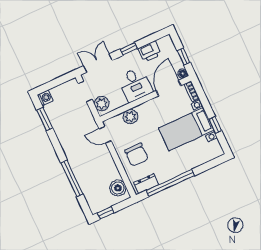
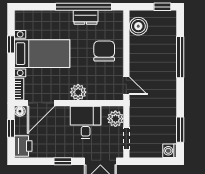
printer: (149, 51) -> (23, 146), moved, turned 90
desk: (135, 84) -> (86, 122), moved
plant: (130, 117) -> (78, 92), moved
dresser: (146, 184) -> (86, 17), moved

